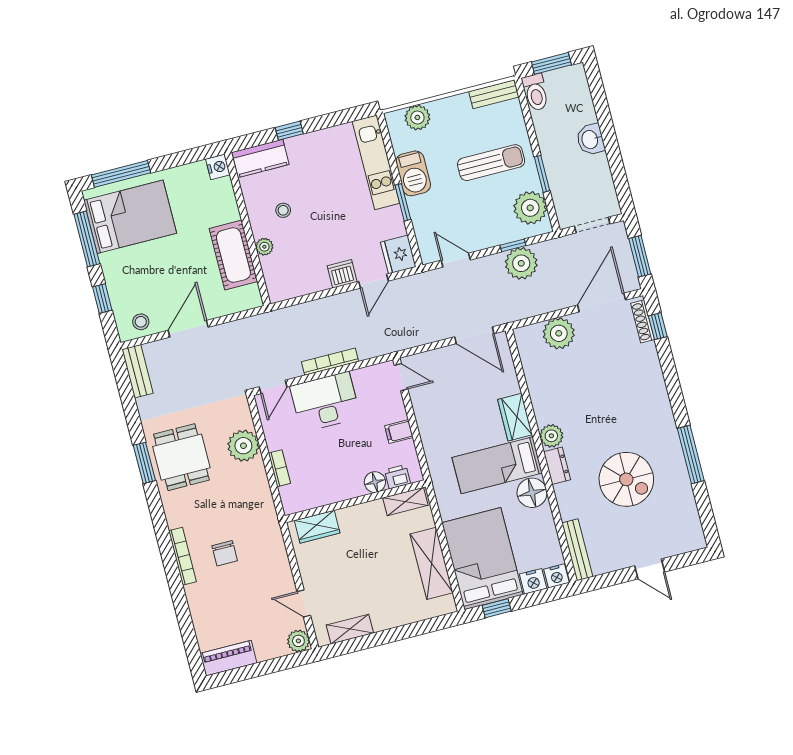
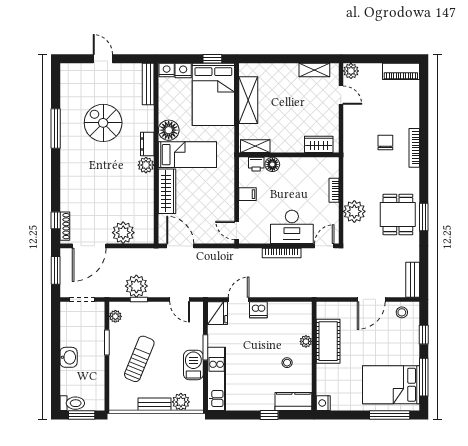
toilet: (535, 92) -> (72, 403), moved, turned 90
bench: (494, 94) -> (155, 404), moved
sun lounger: (491, 163) -> (139, 359), turned 112
plant: (530, 208) -> (115, 316), width x0.53, depth x0.53
wardrobe: (515, 417) -> (167, 191), width x1.50

